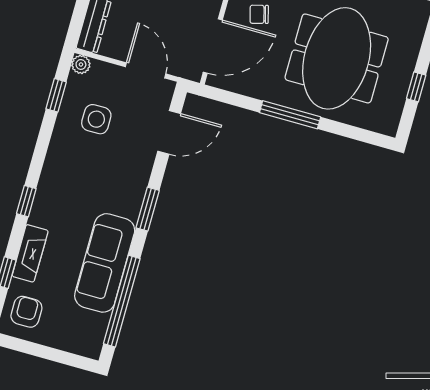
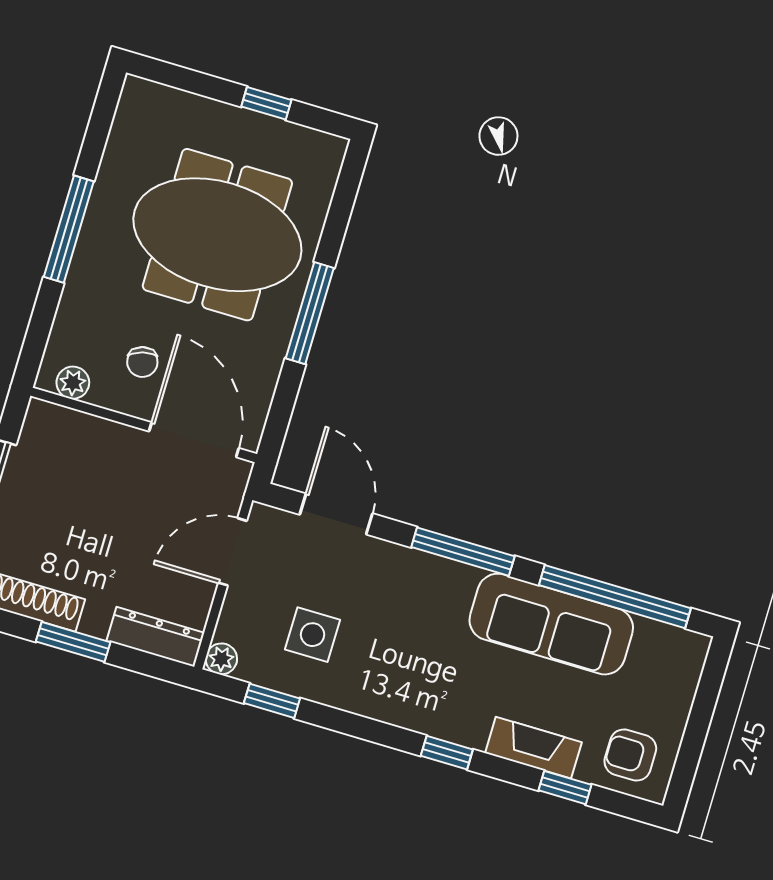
window: (148, 209) -> (463, 552), width x1.44

